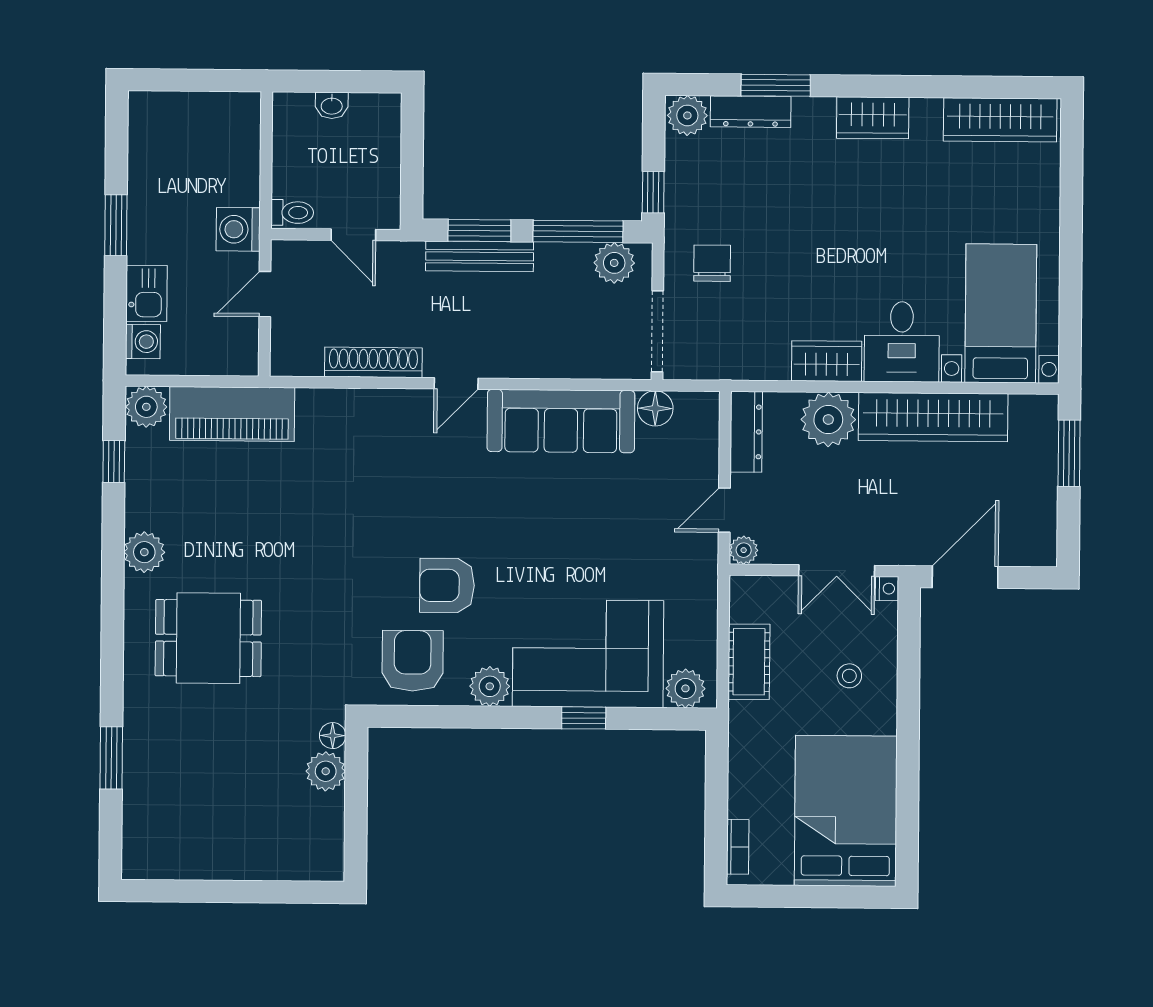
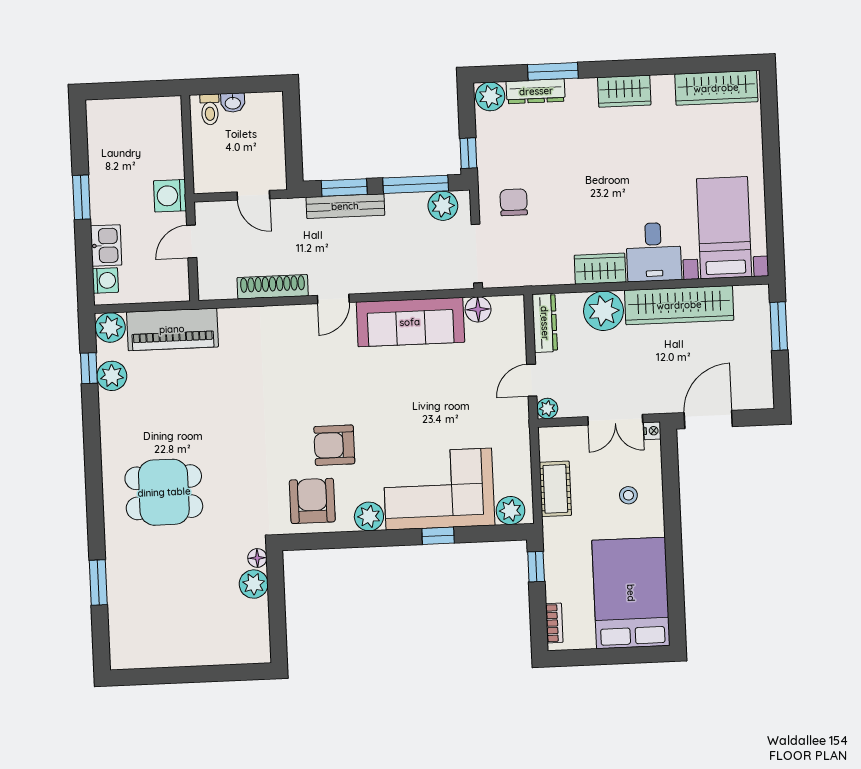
toilet: (292, 213) -> (210, 109), moved, turned 90
plant: (144, 552) -> (112, 376), moved
window: (717, 768) -> (536, 567), added

